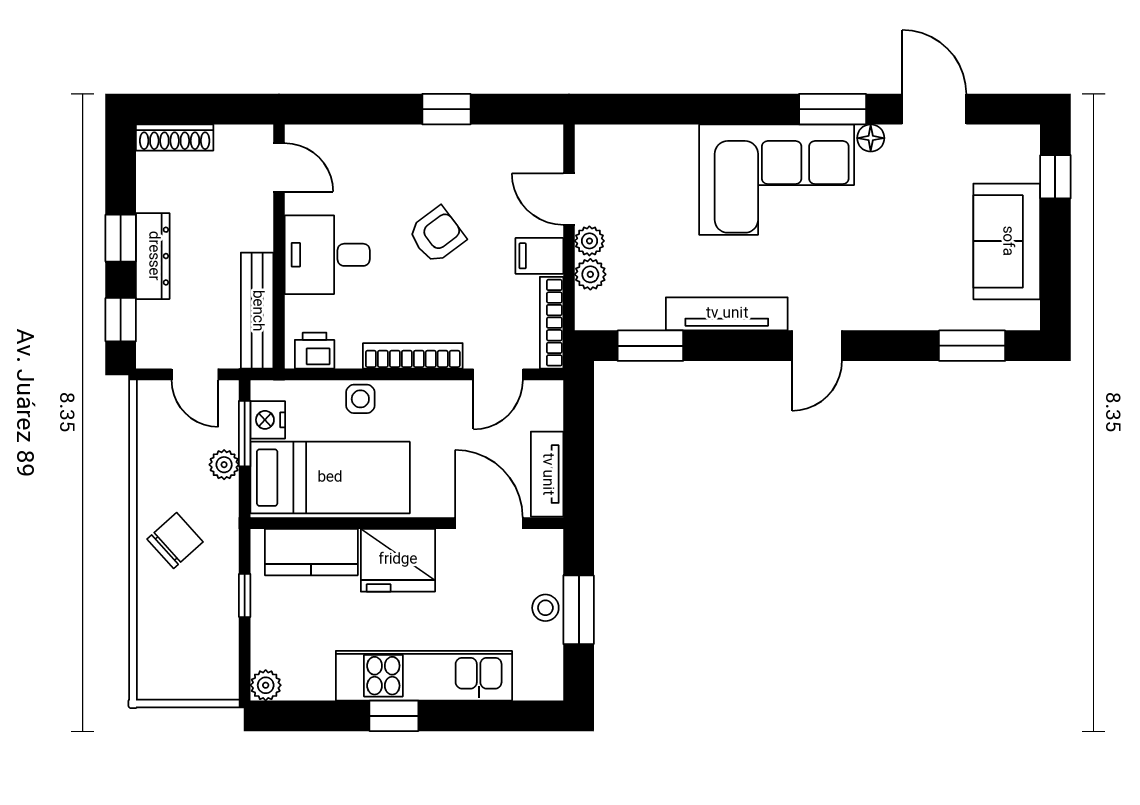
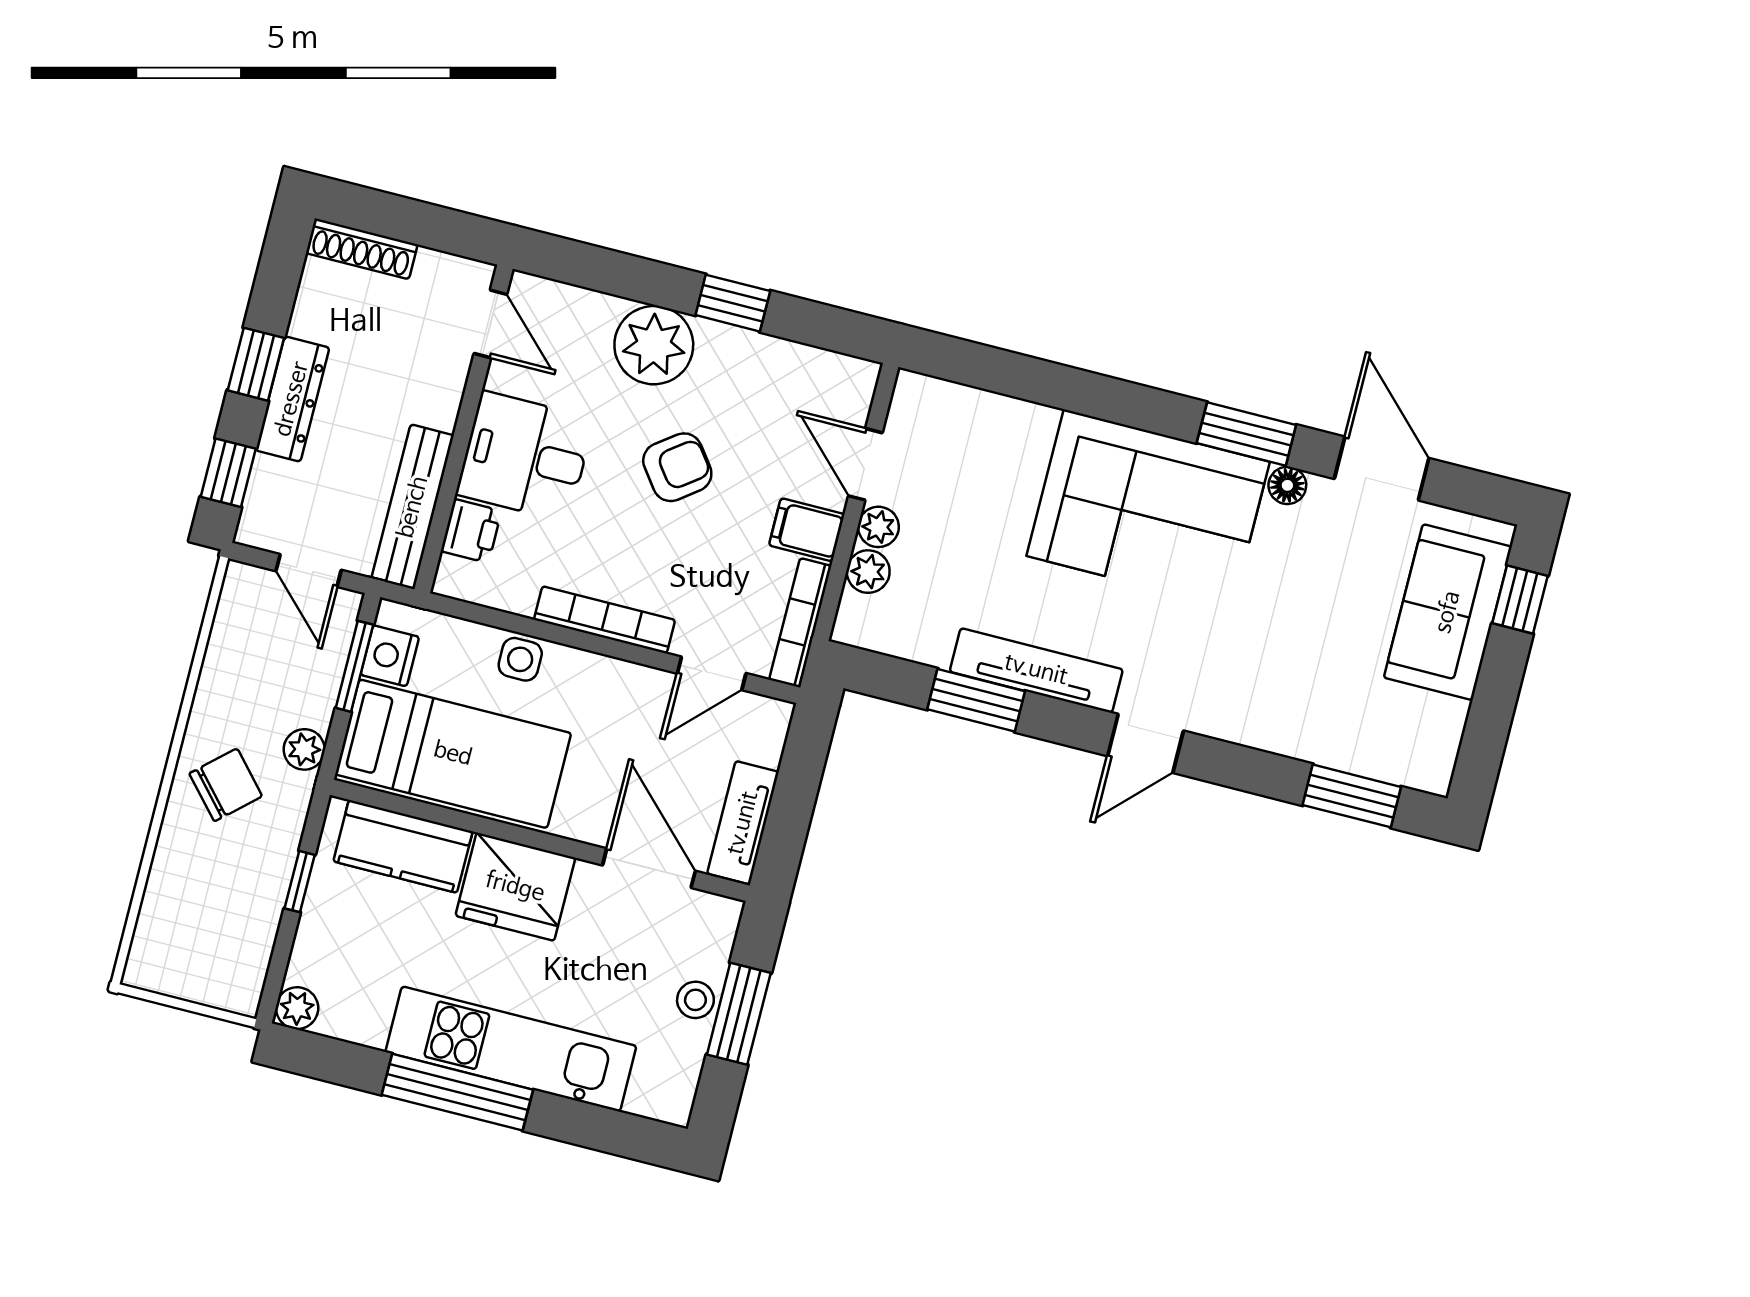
plant: (398, 153) -> (654, 345), added
sofa: (1007, 241) -> (1448, 612), moved
window: (650, 346) -> (976, 700), moved
printer: (315, 351) -> (471, 531), moved, turned 90
plant: (224, 465) -> (304, 749), moved
window: (394, 716) -> (457, 1092), width x2.17

